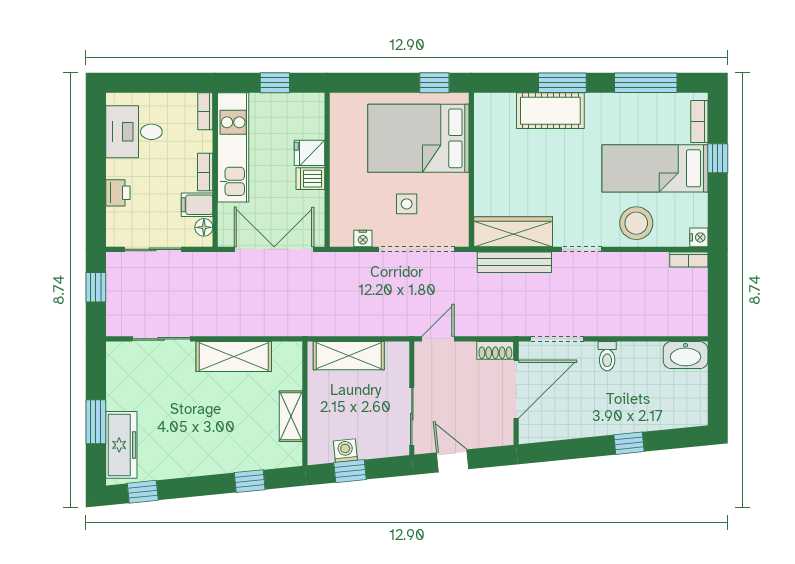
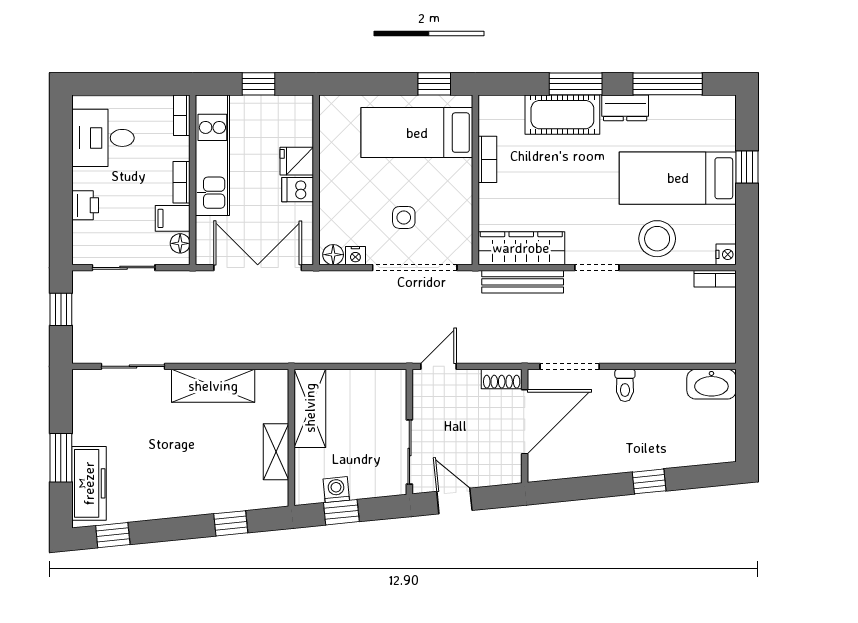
dresser: (607, 105) -> (625, 108), added
bookcase: (699, 121) -> (487, 159), moved, turned 180
bed: (418, 138) -> (417, 133), width x0.67
floor lamp: (343, 238) -> (333, 255), added
shelving: (349, 356) -> (310, 408), moved, turned 90

